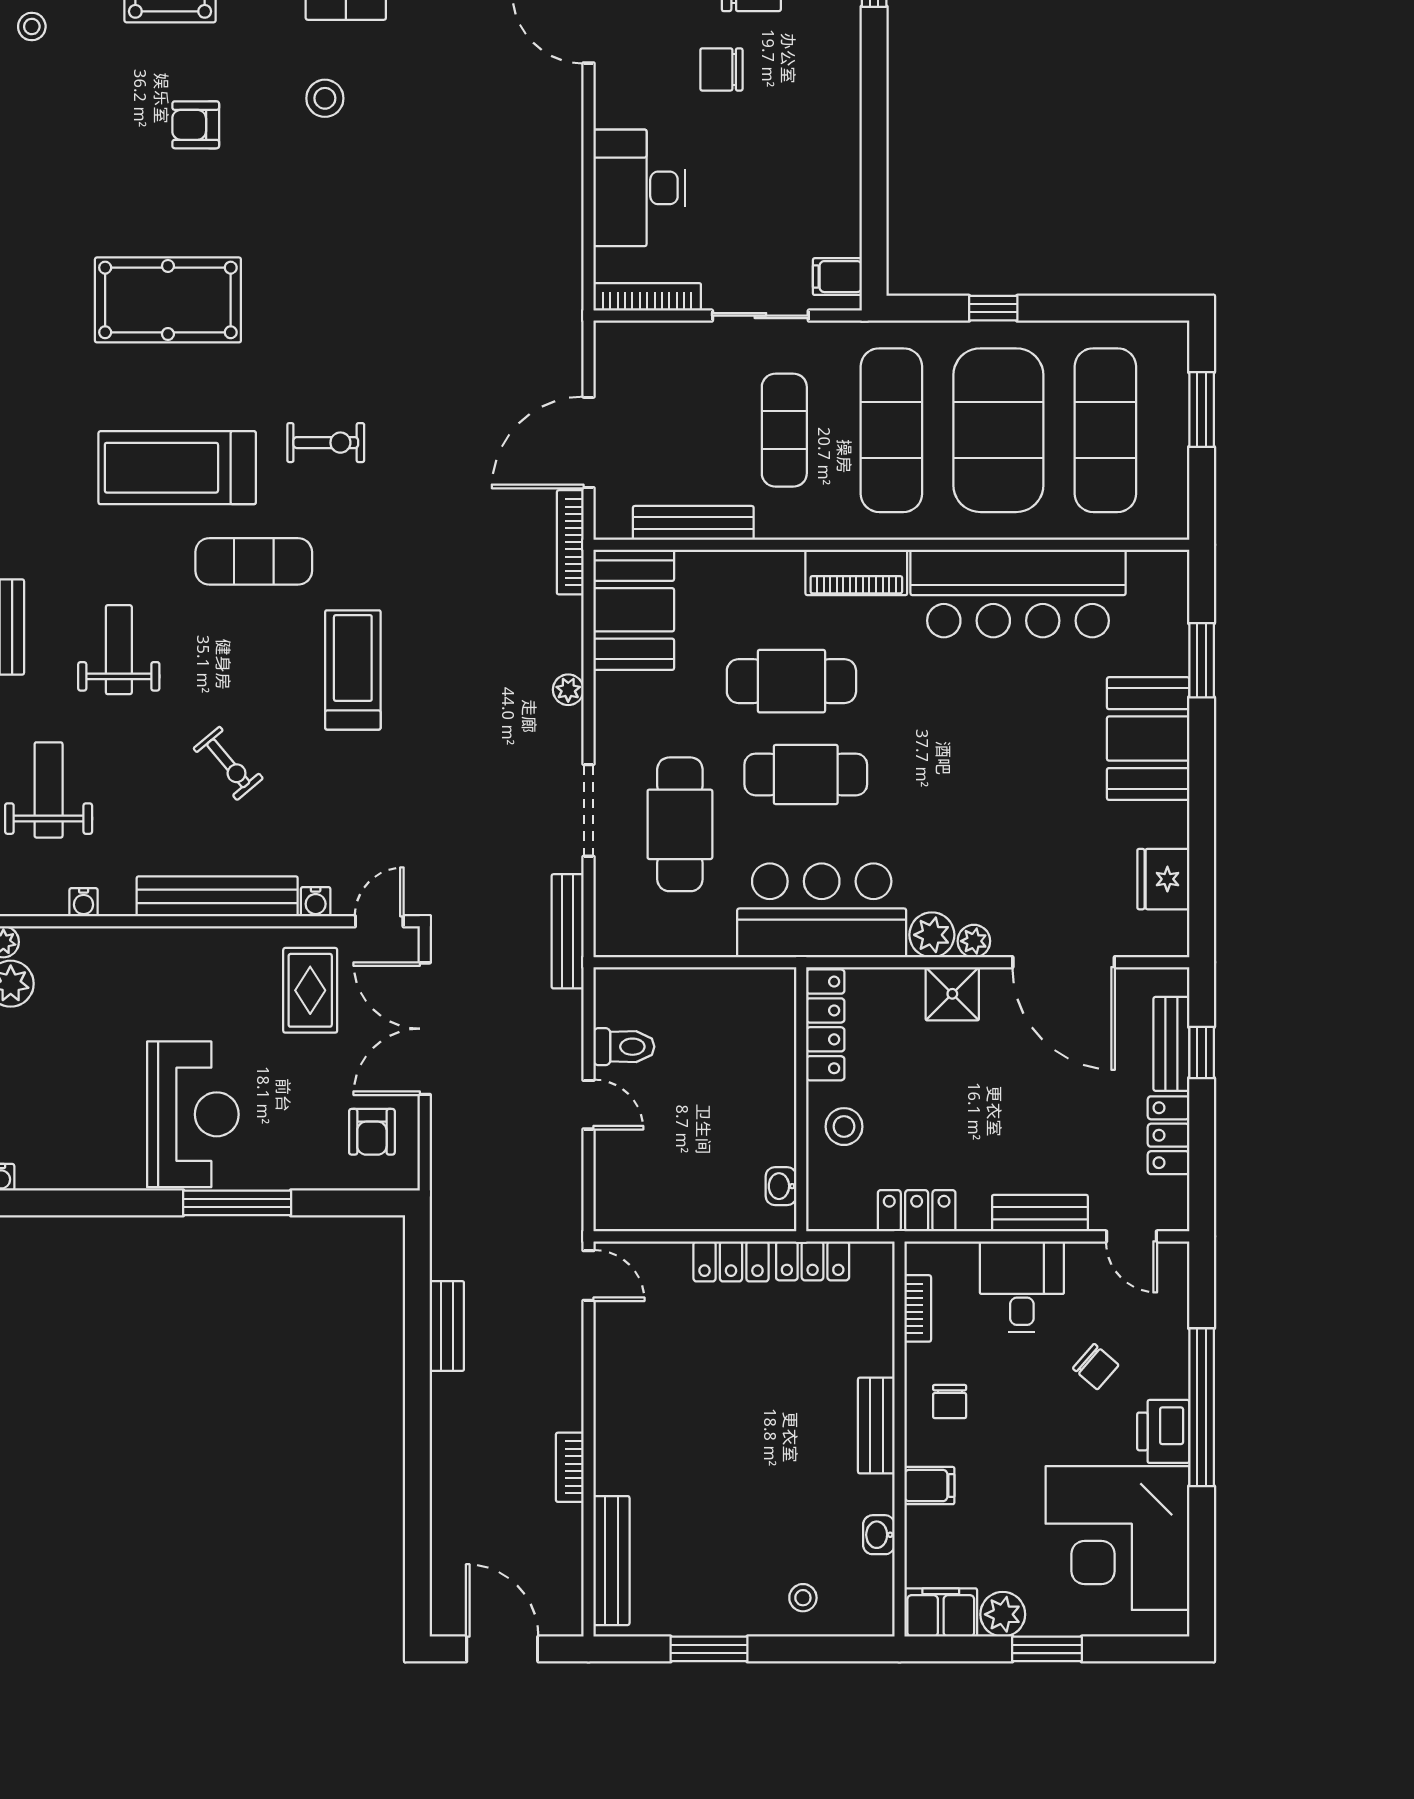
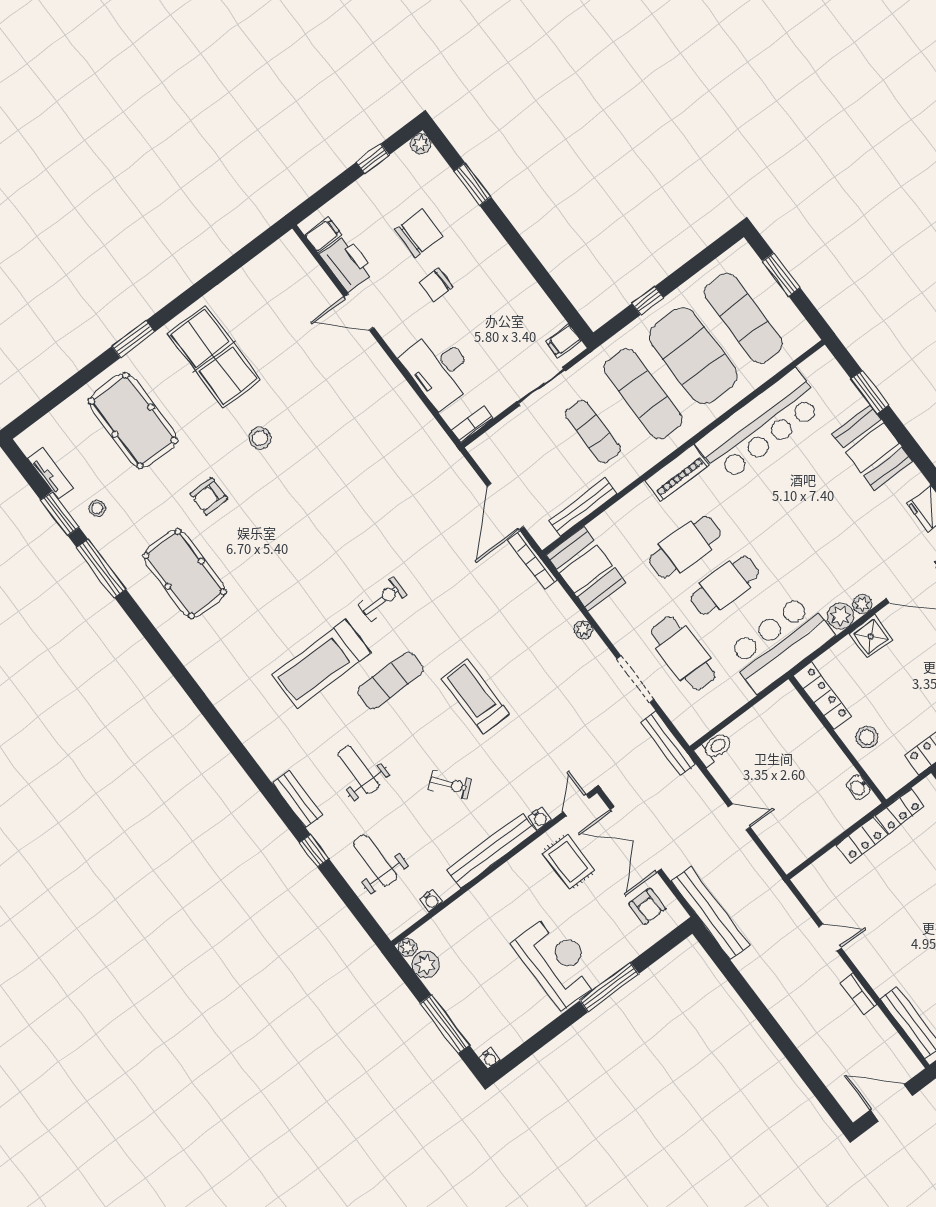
bookcase: (647, 297) -> (472, 424), width x0.64
pool table: (168, 300) -> (185, 574), moved, turned 90
toilet: (624, 1047) -> (714, 749), moved
door: (588, 1275) -> (830, 937), moved
bench: (447, 1326) -> (710, 913), moved, width x1.86, depth x1.21

